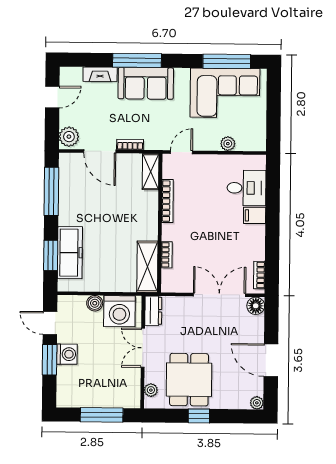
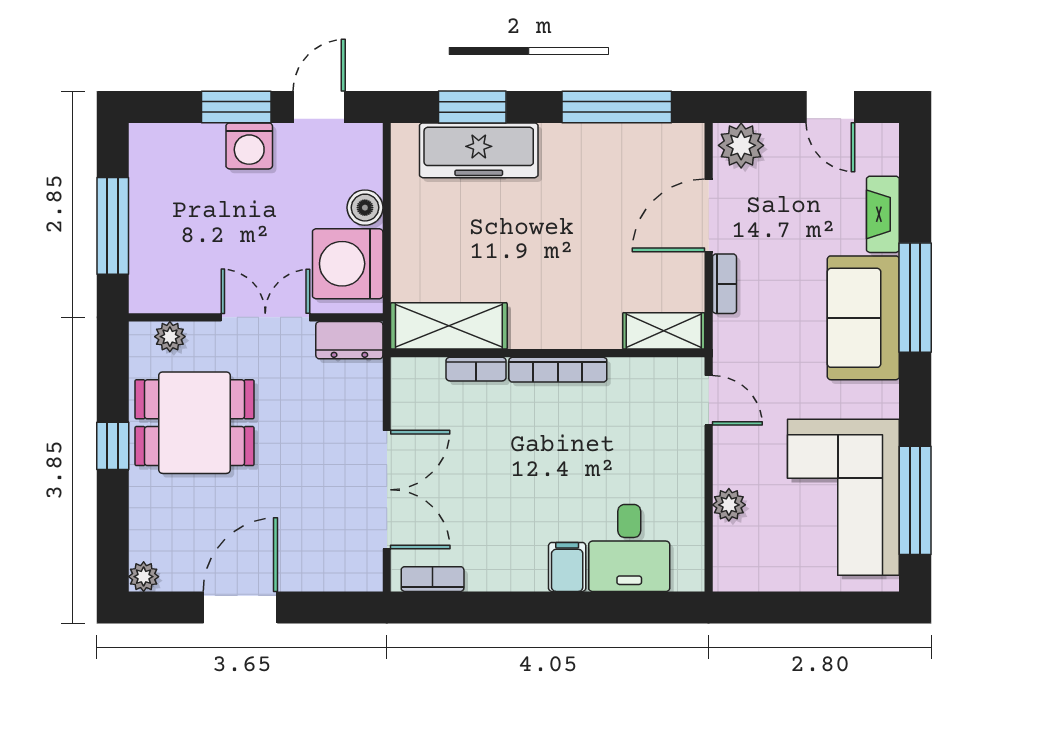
bookcase: (167, 201) -> (558, 370), moved
floor lamp: (256, 306) -> (363, 572), removed

